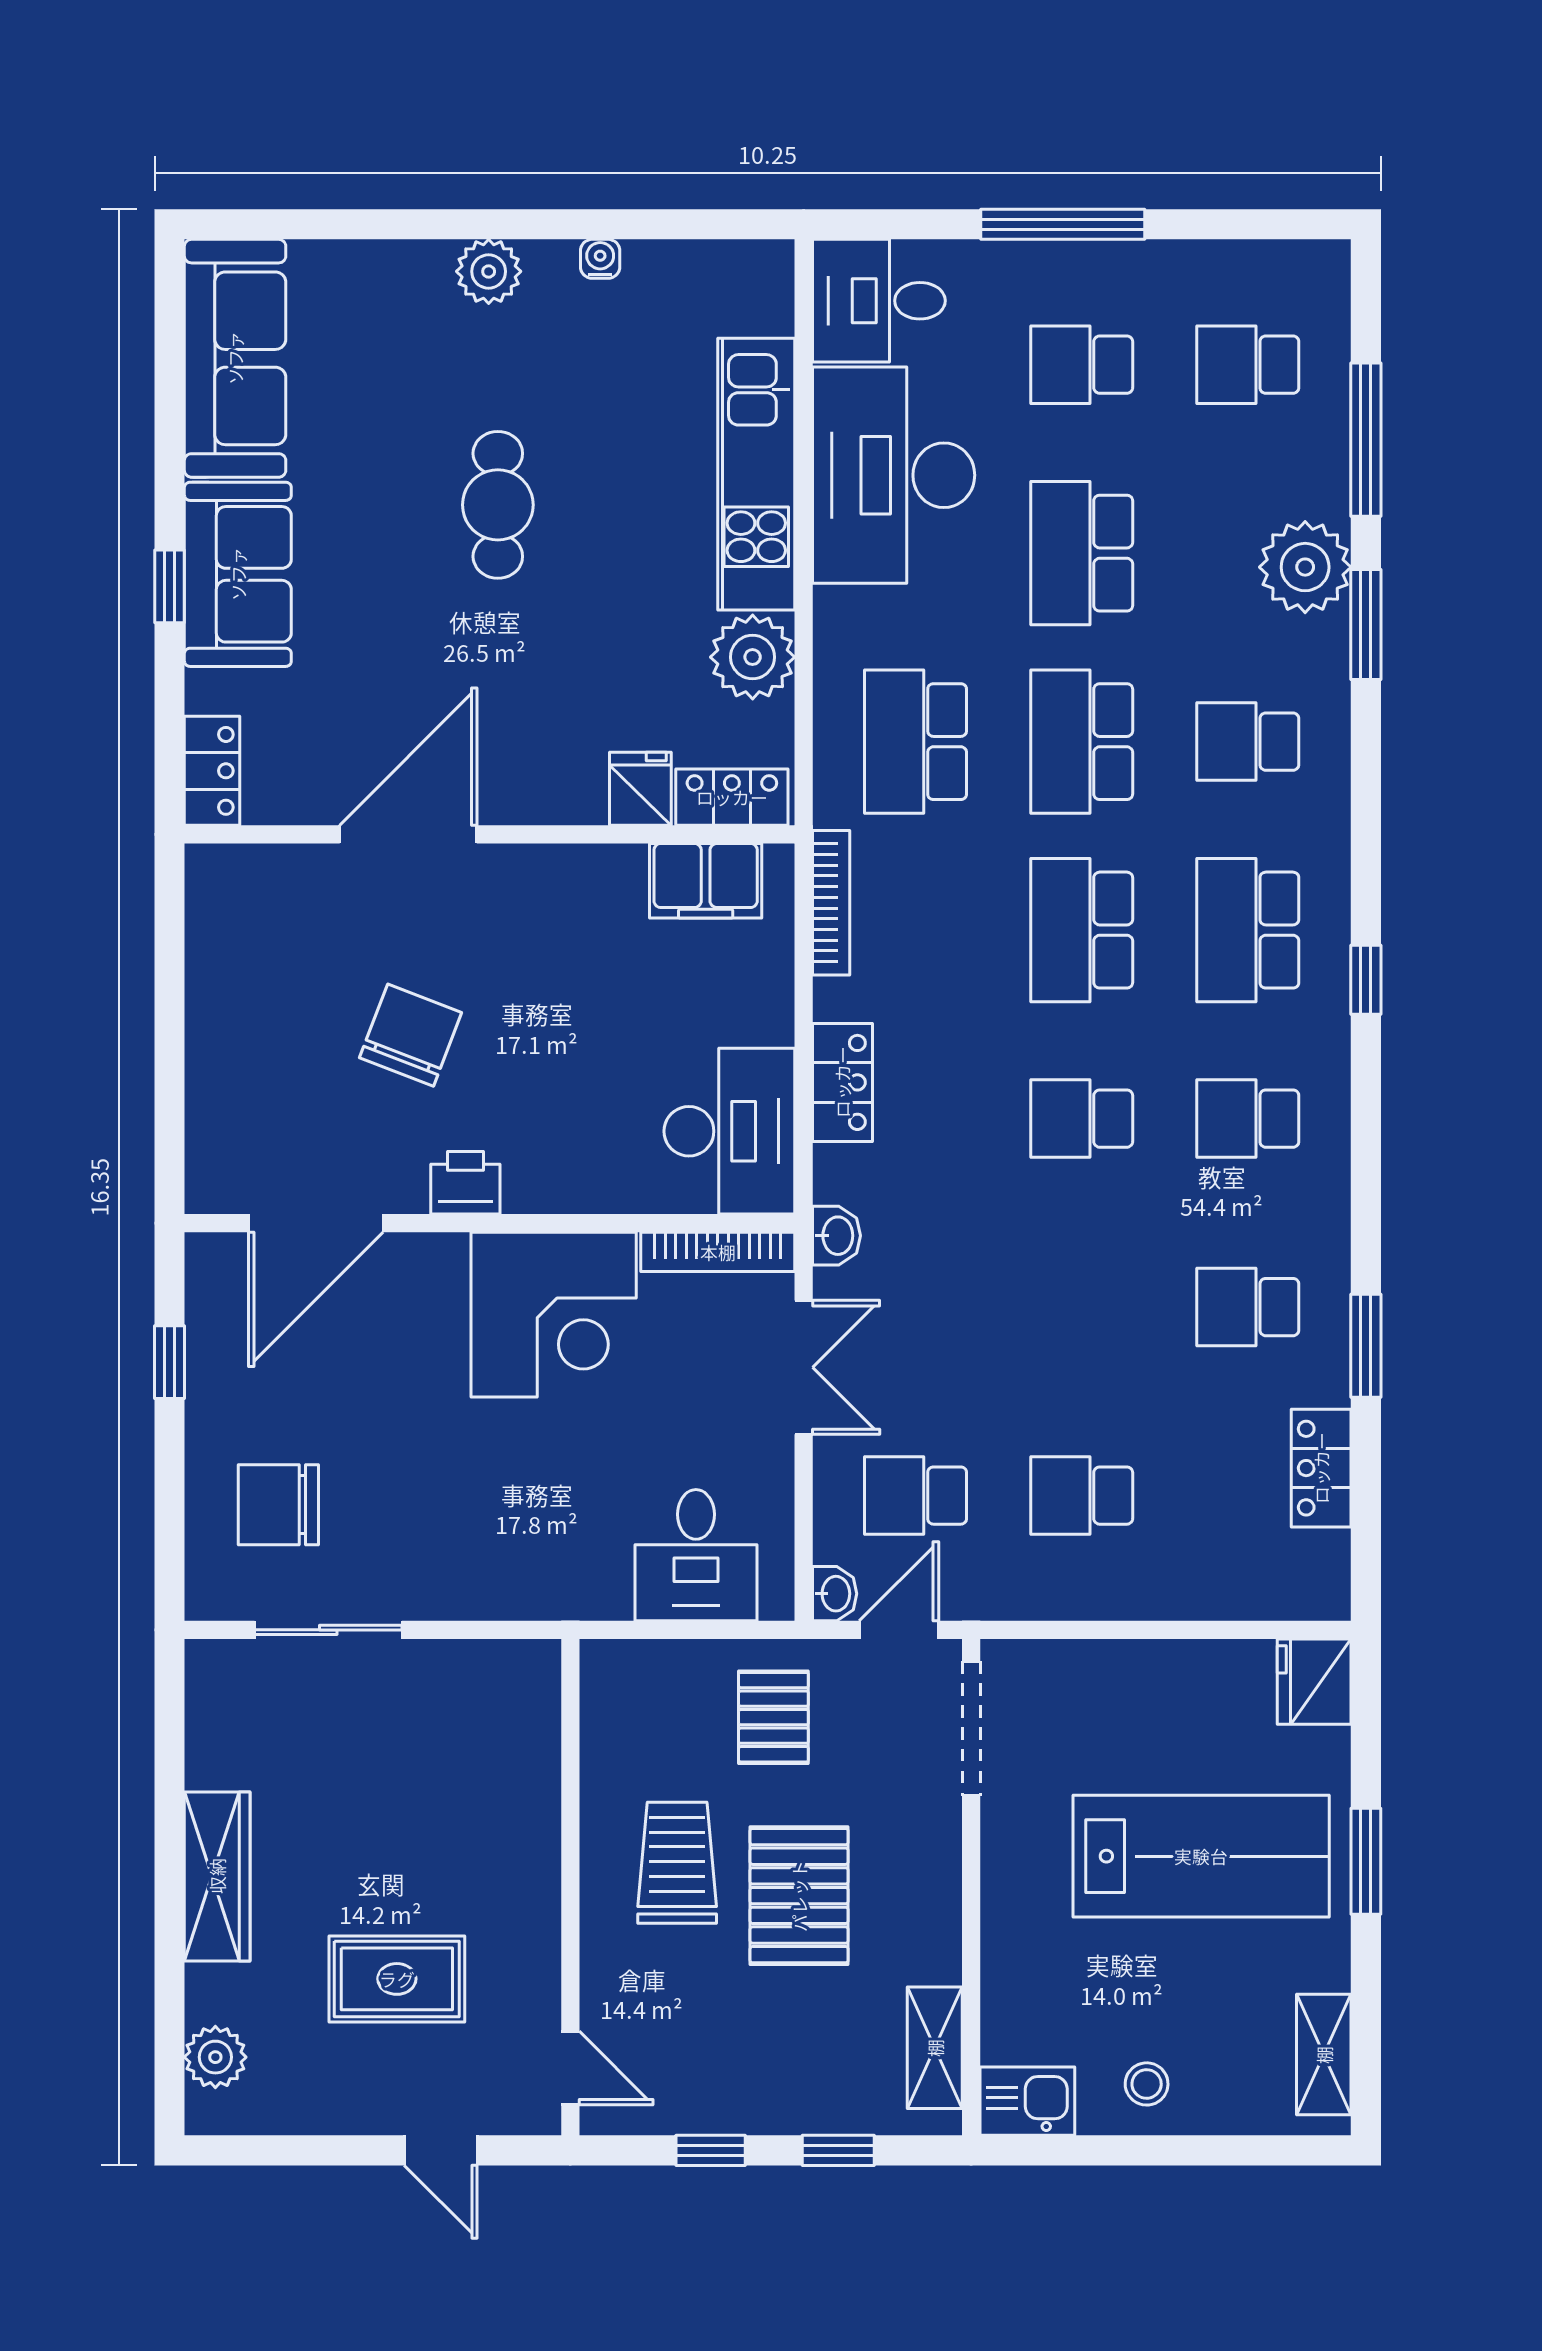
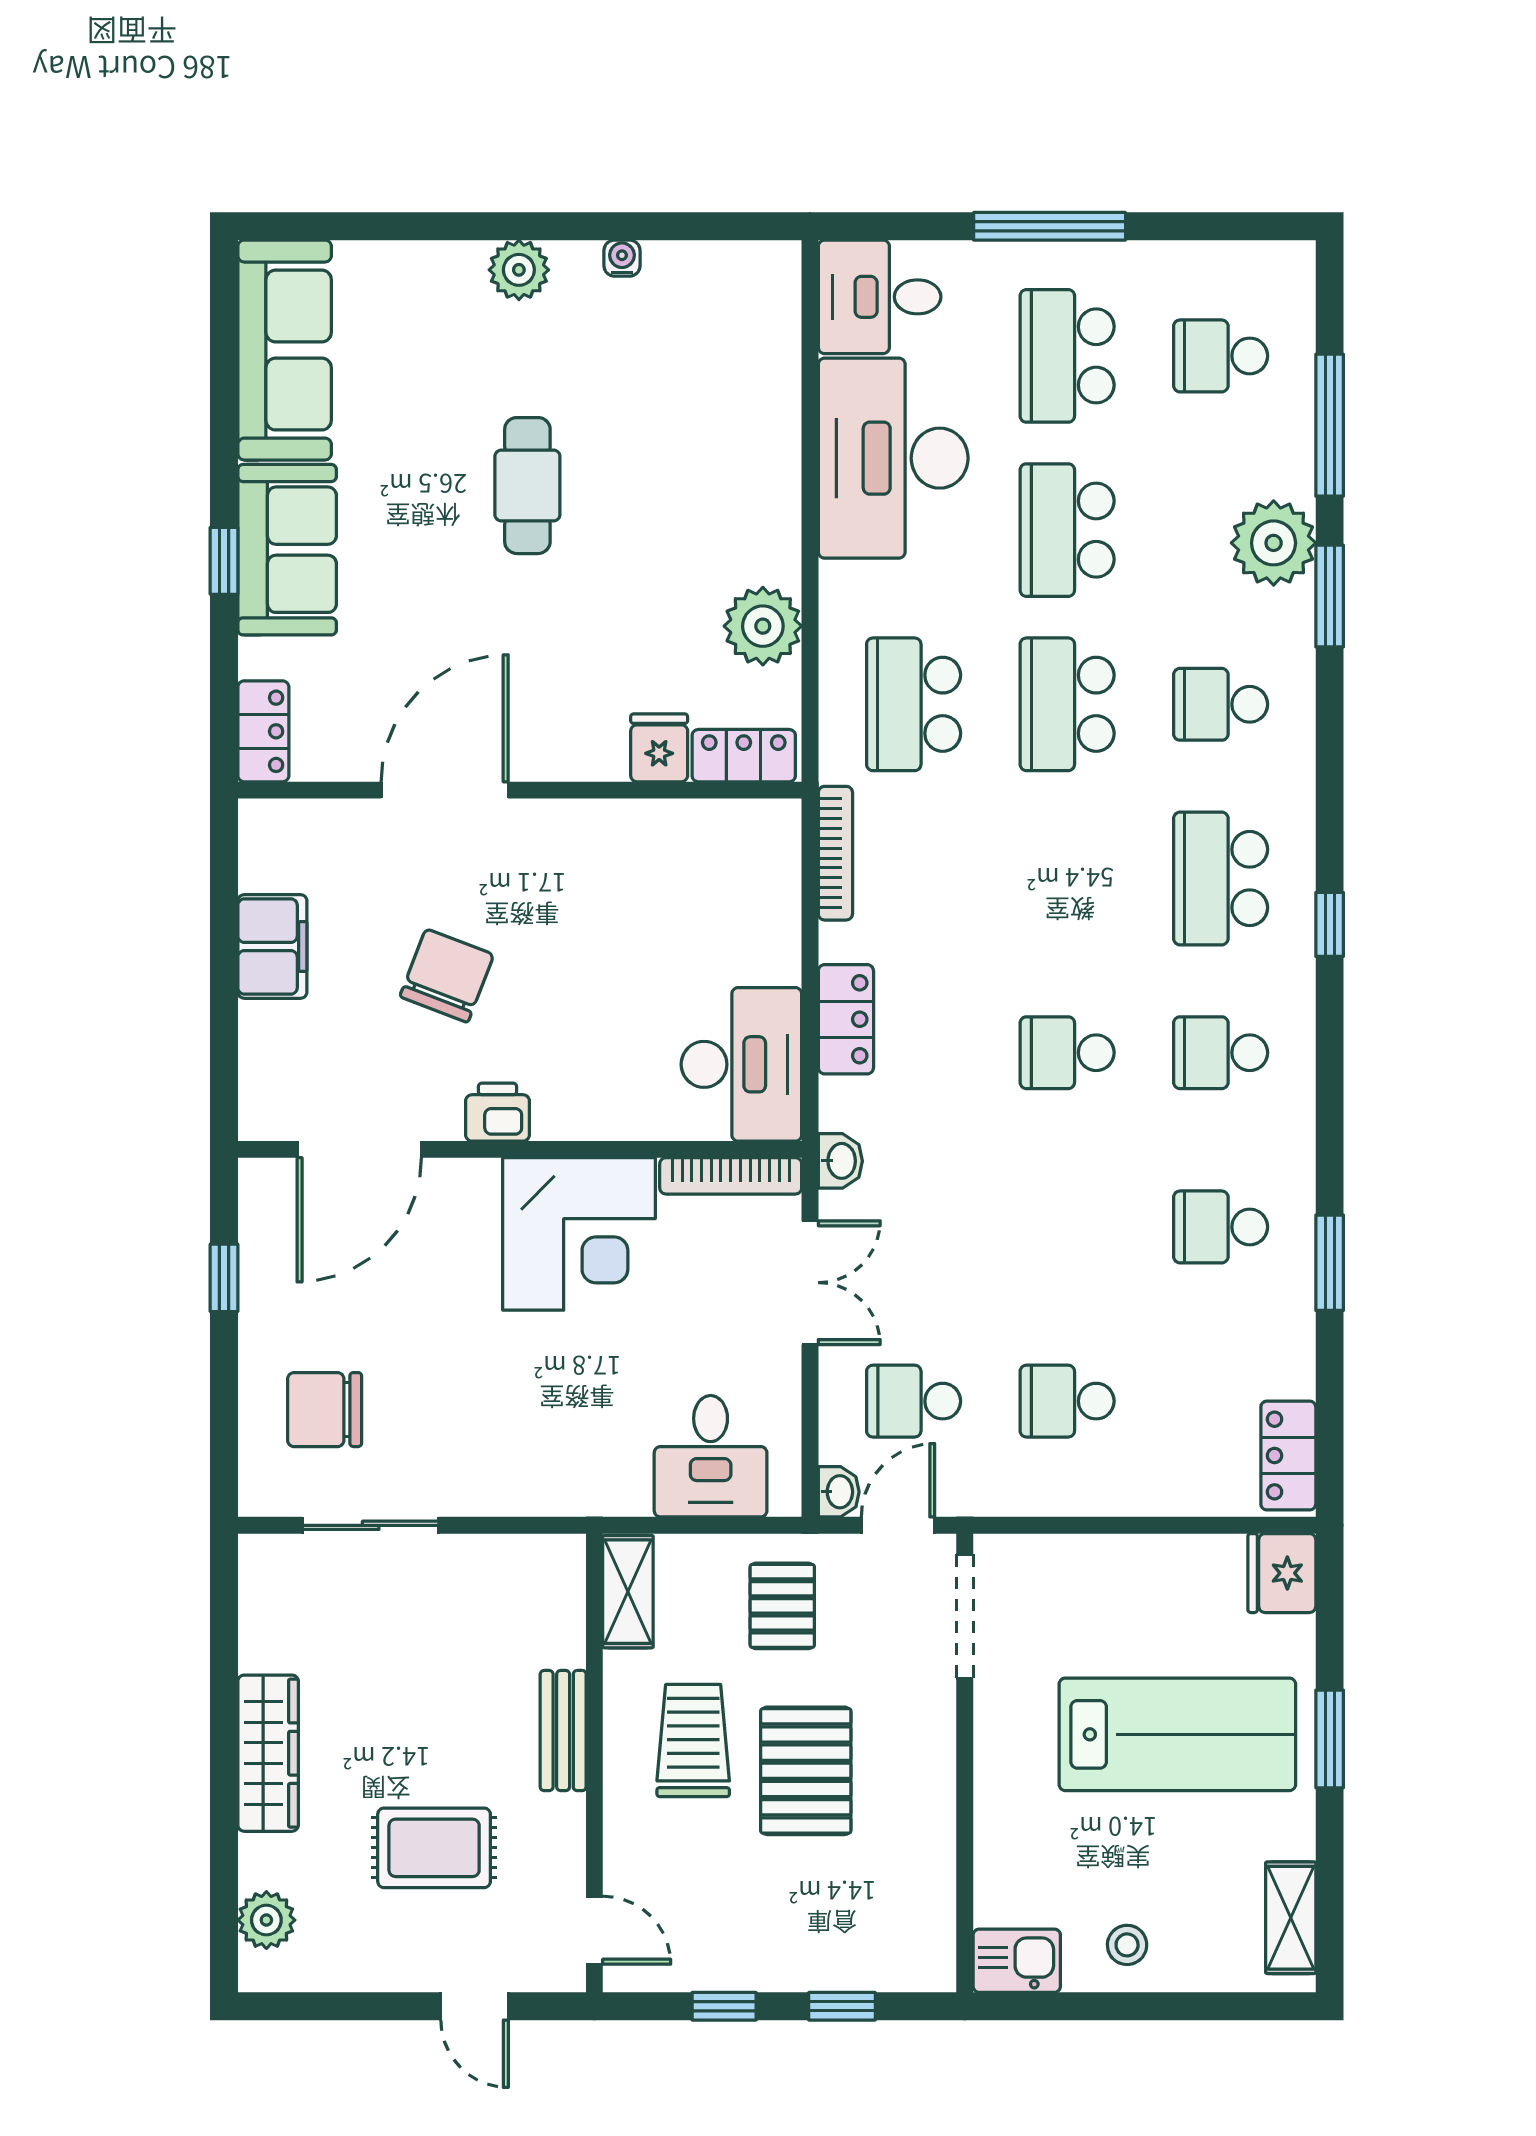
school desk: (1082, 365) -> (1067, 356), width x1.85
kitchen unit: (756, 474) -> (766, 457), removed
filing cabinet: (706, 881) -> (272, 946), moved, turned -90
school desk: (1082, 930) -> (1067, 879), removed
locker: (1321, 1468) -> (1288, 1456), moved
bench: (536, 1852) -> (563, 1731), added
shelving: (935, 2048) -> (628, 1592), moved

